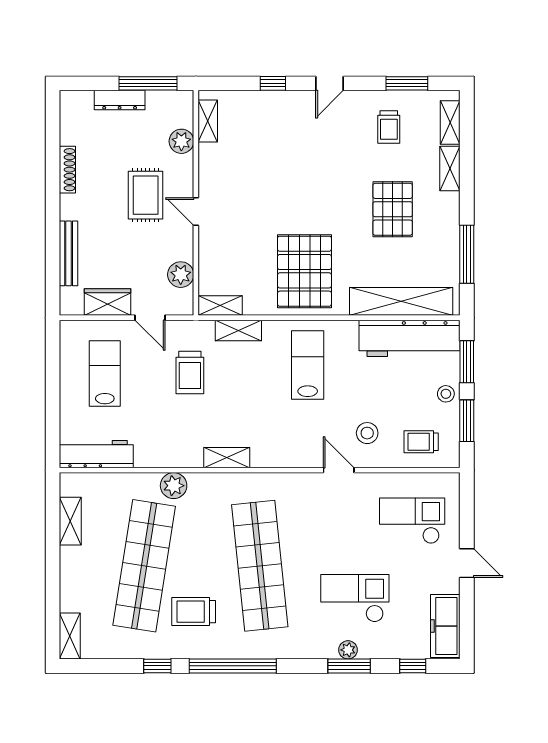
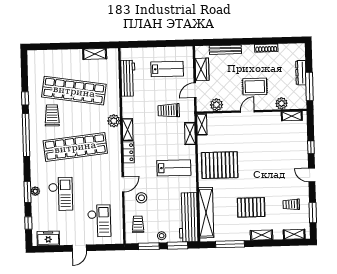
shelving: (450, 168) -> (262, 235), moved
workbench: (96, 454) -> (128, 78), moved
locker: (273, 457) -> (129, 152), added
plant: (174, 486) -> (114, 121), moved
freezer: (445, 626) -> (48, 238), width x0.71
shelving: (70, 636) -> (39, 55), removed

